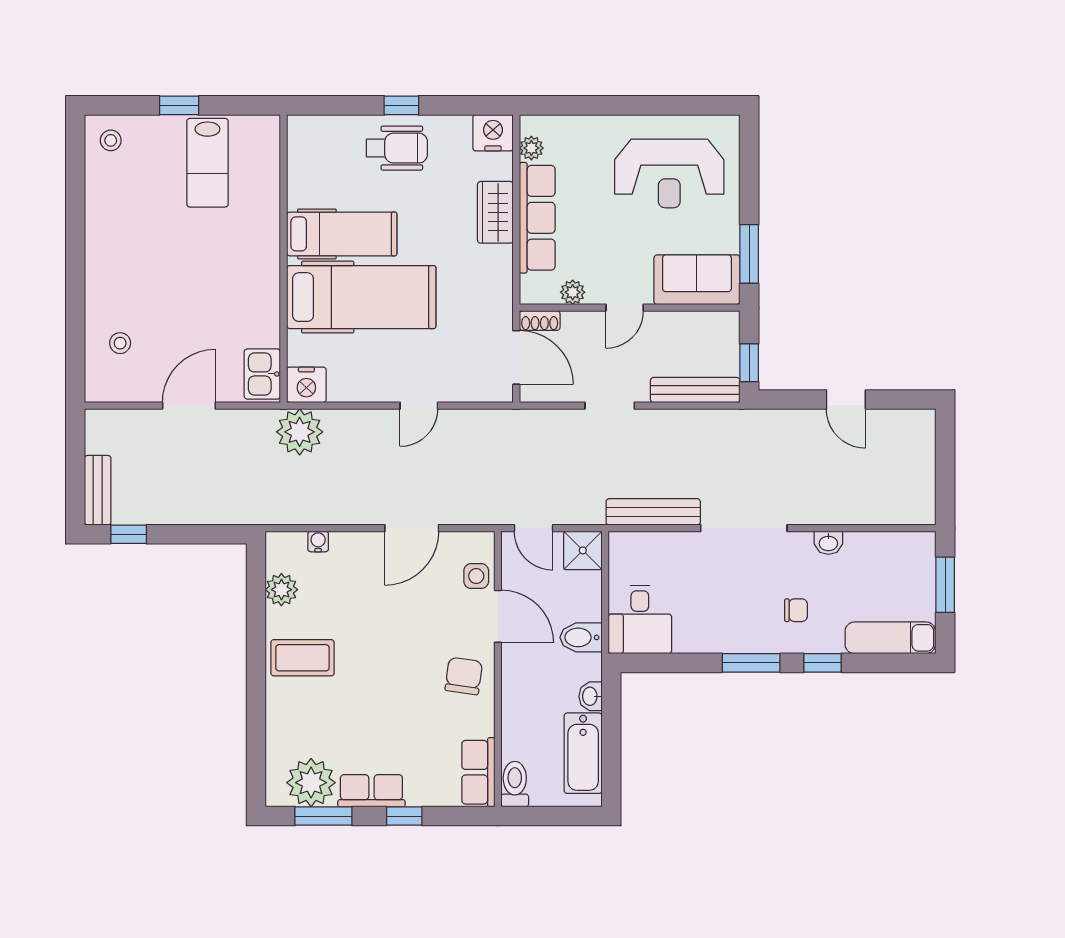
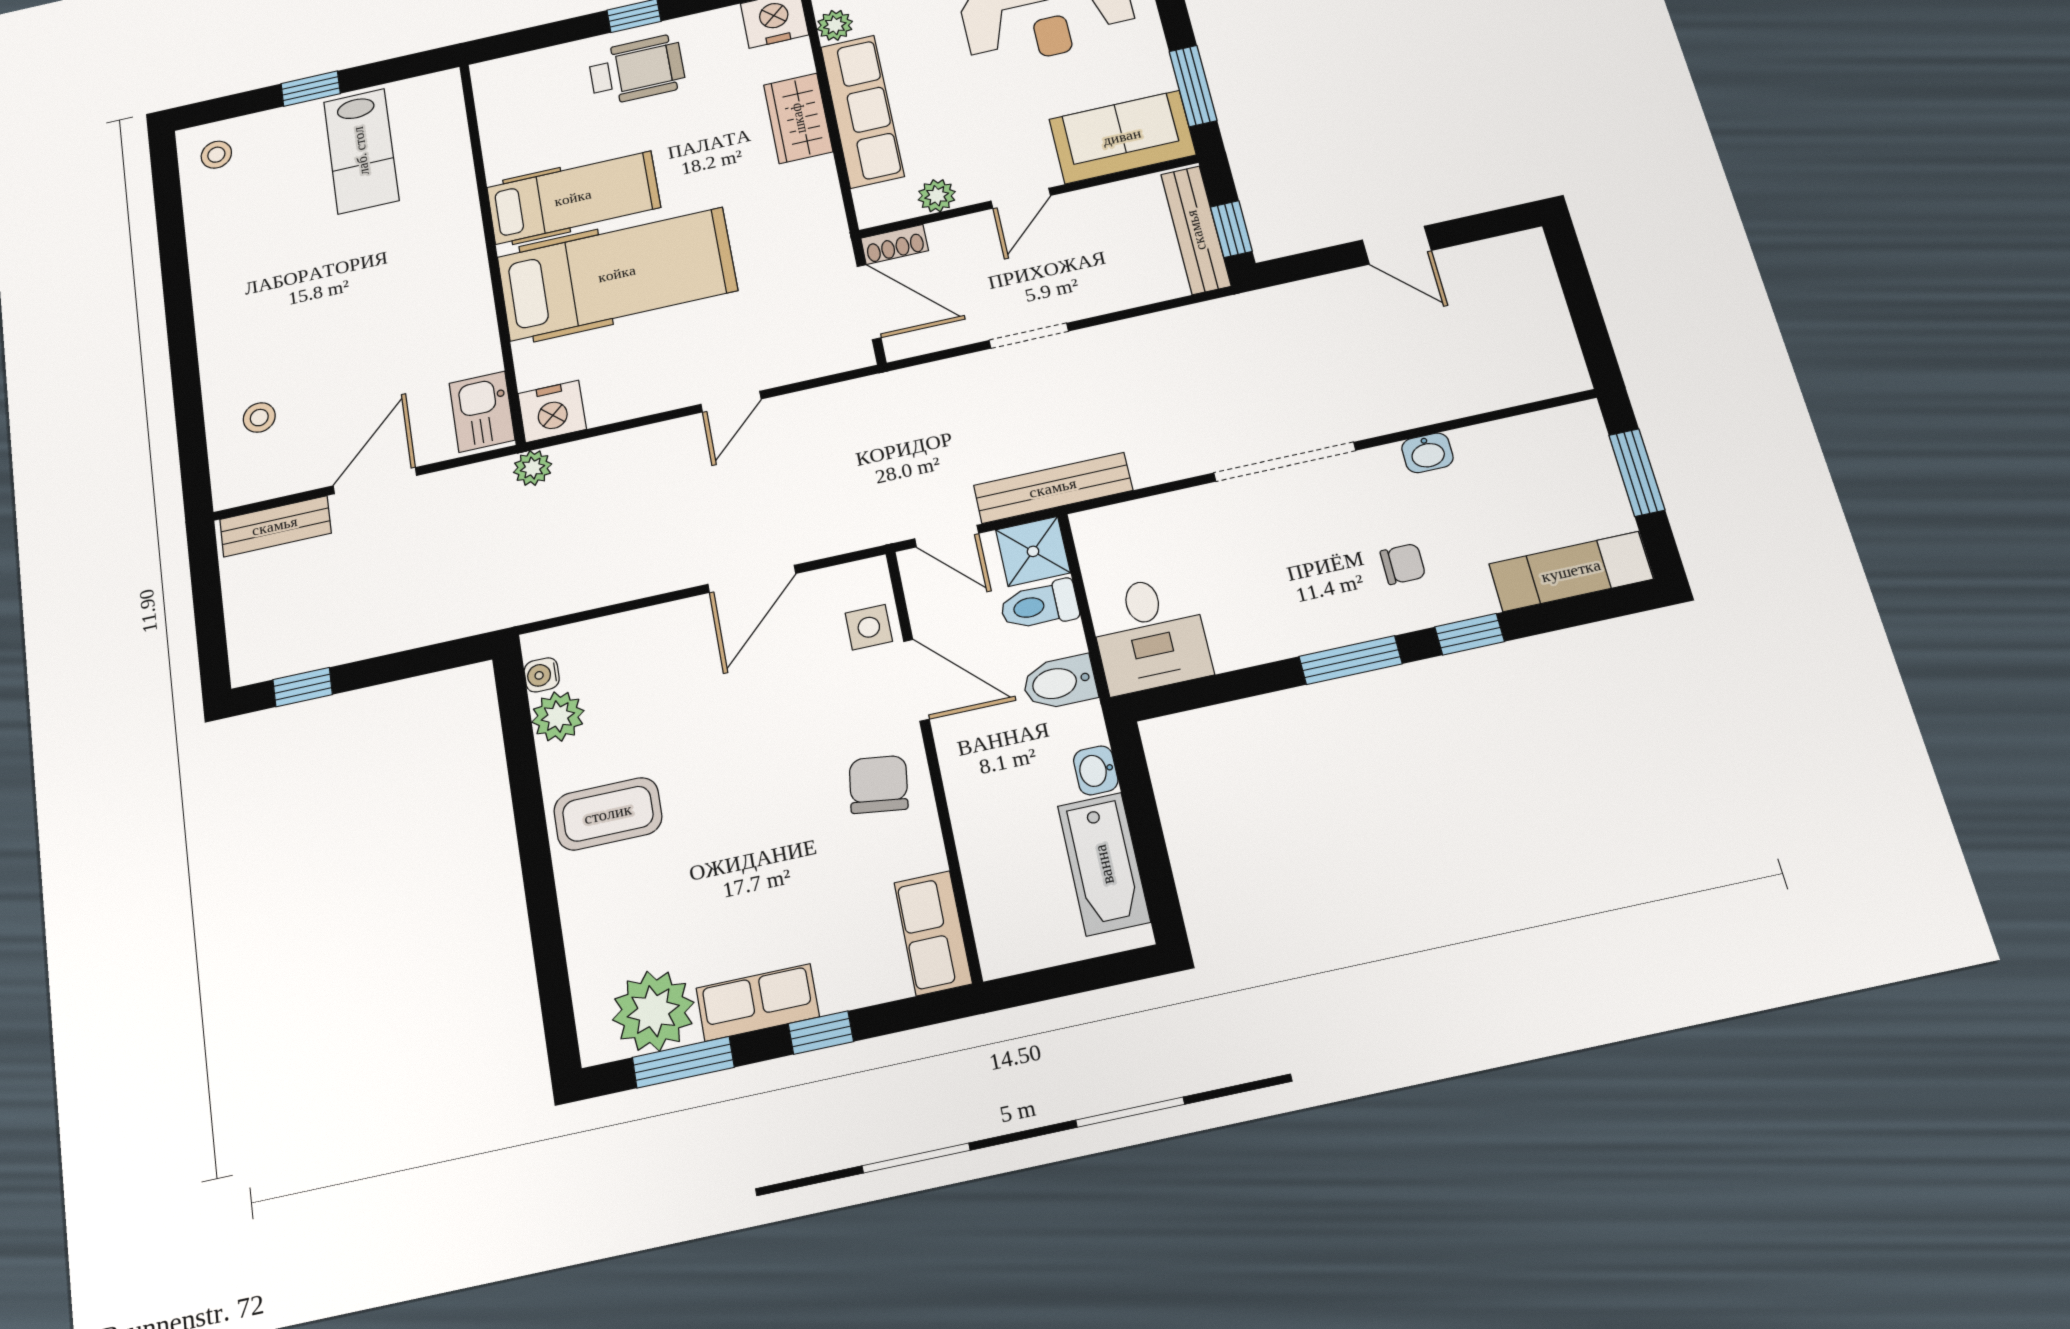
bench: (695, 390) -> (1196, 230), moved, turned 90
plant: (300, 432) -> (533, 468), width x0.53, depth x0.53
bench: (98, 490) -> (275, 526), moved, turned 90
bench: (653, 512) -> (1053, 488), moved
water cooler: (318, 541) -> (542, 675), moved, turned -90
toilet: (515, 784) -> (1039, 605), moved, turned -90

